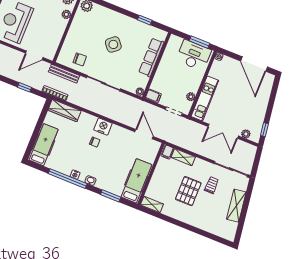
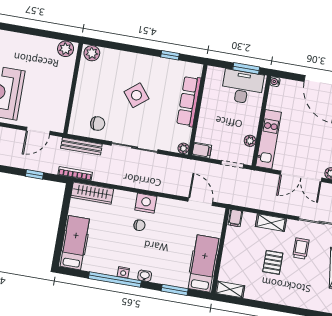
plant: (66, 14) -> (68, 70), removed
shelving: (183, 157) -> (271, 223), moved
pallet: (188, 191) -> (273, 262), width x0.67, depth x0.71

